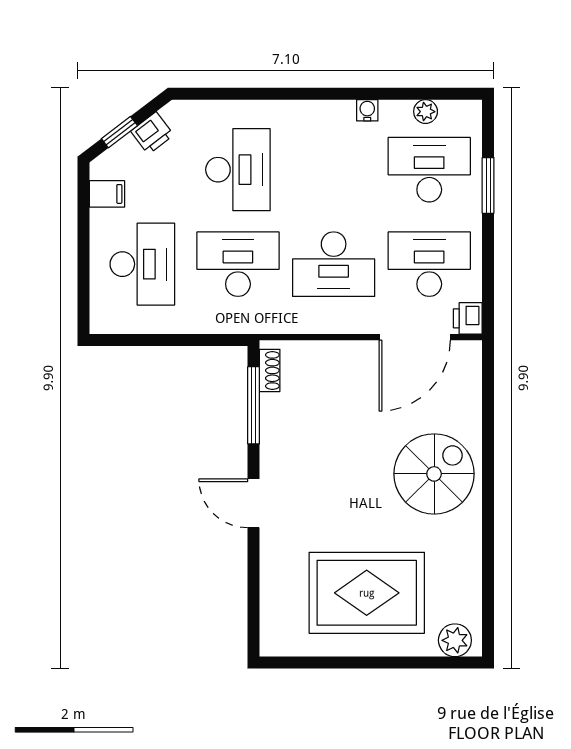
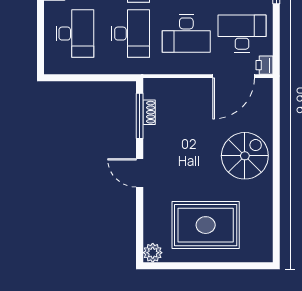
desk: (238, 264) -> (131, 34), turned 90
shoe rack: (270, 370) -> (149, 112), moved
plant: (455, 640) -> (153, 253), moved

